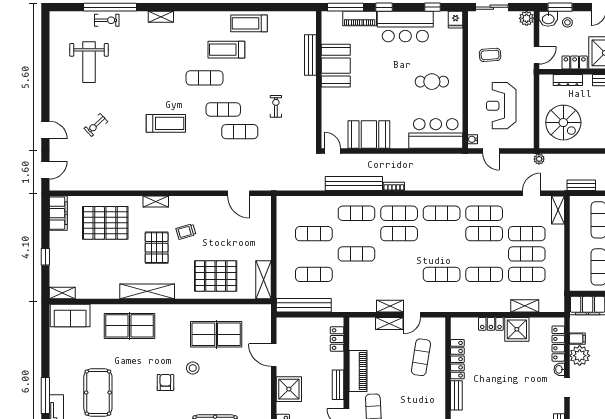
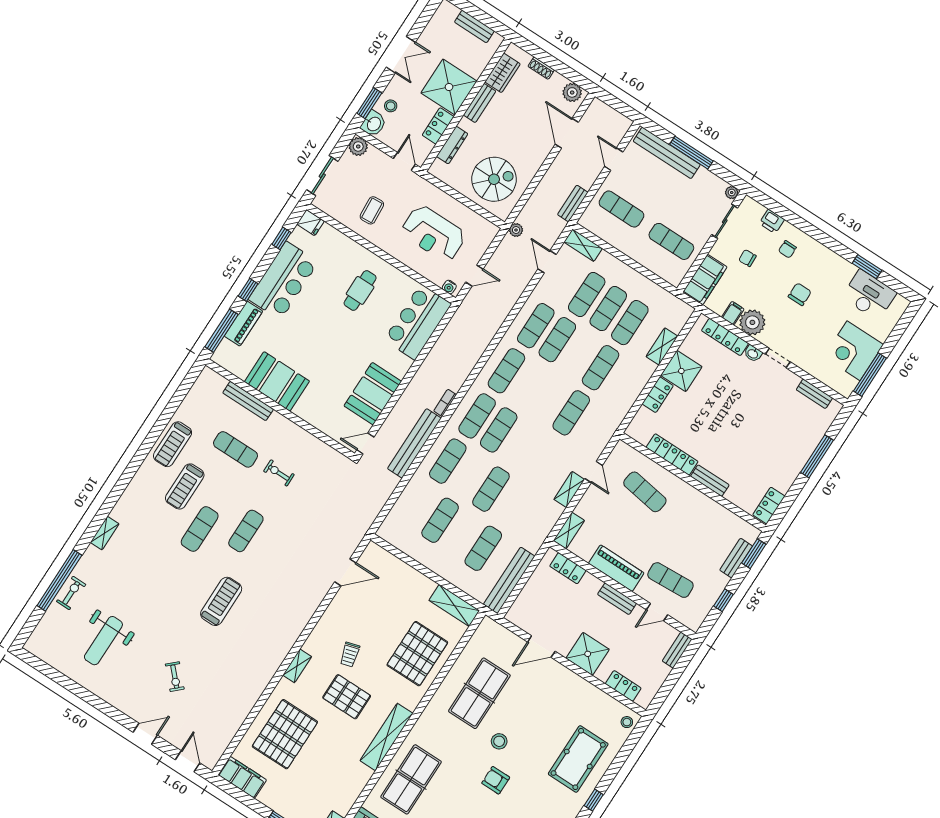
weight bench: (89, 62) -> (103, 641), turned 90
exercise mat: (240, 132) -> (236, 449), moved, turned 90
shelving: (389, 323) -> (569, 530), moved

